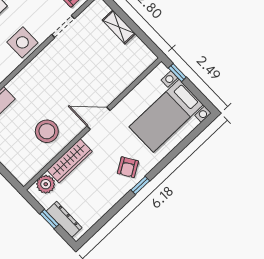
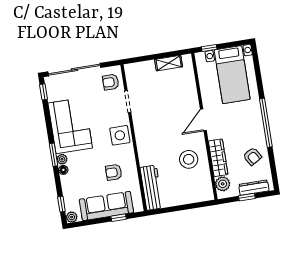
shelving: (119, 27) -> (169, 63), moved
armchair: (128, 167) -> (252, 156), moved
window: (140, 185) -> (266, 123), width x3.17

